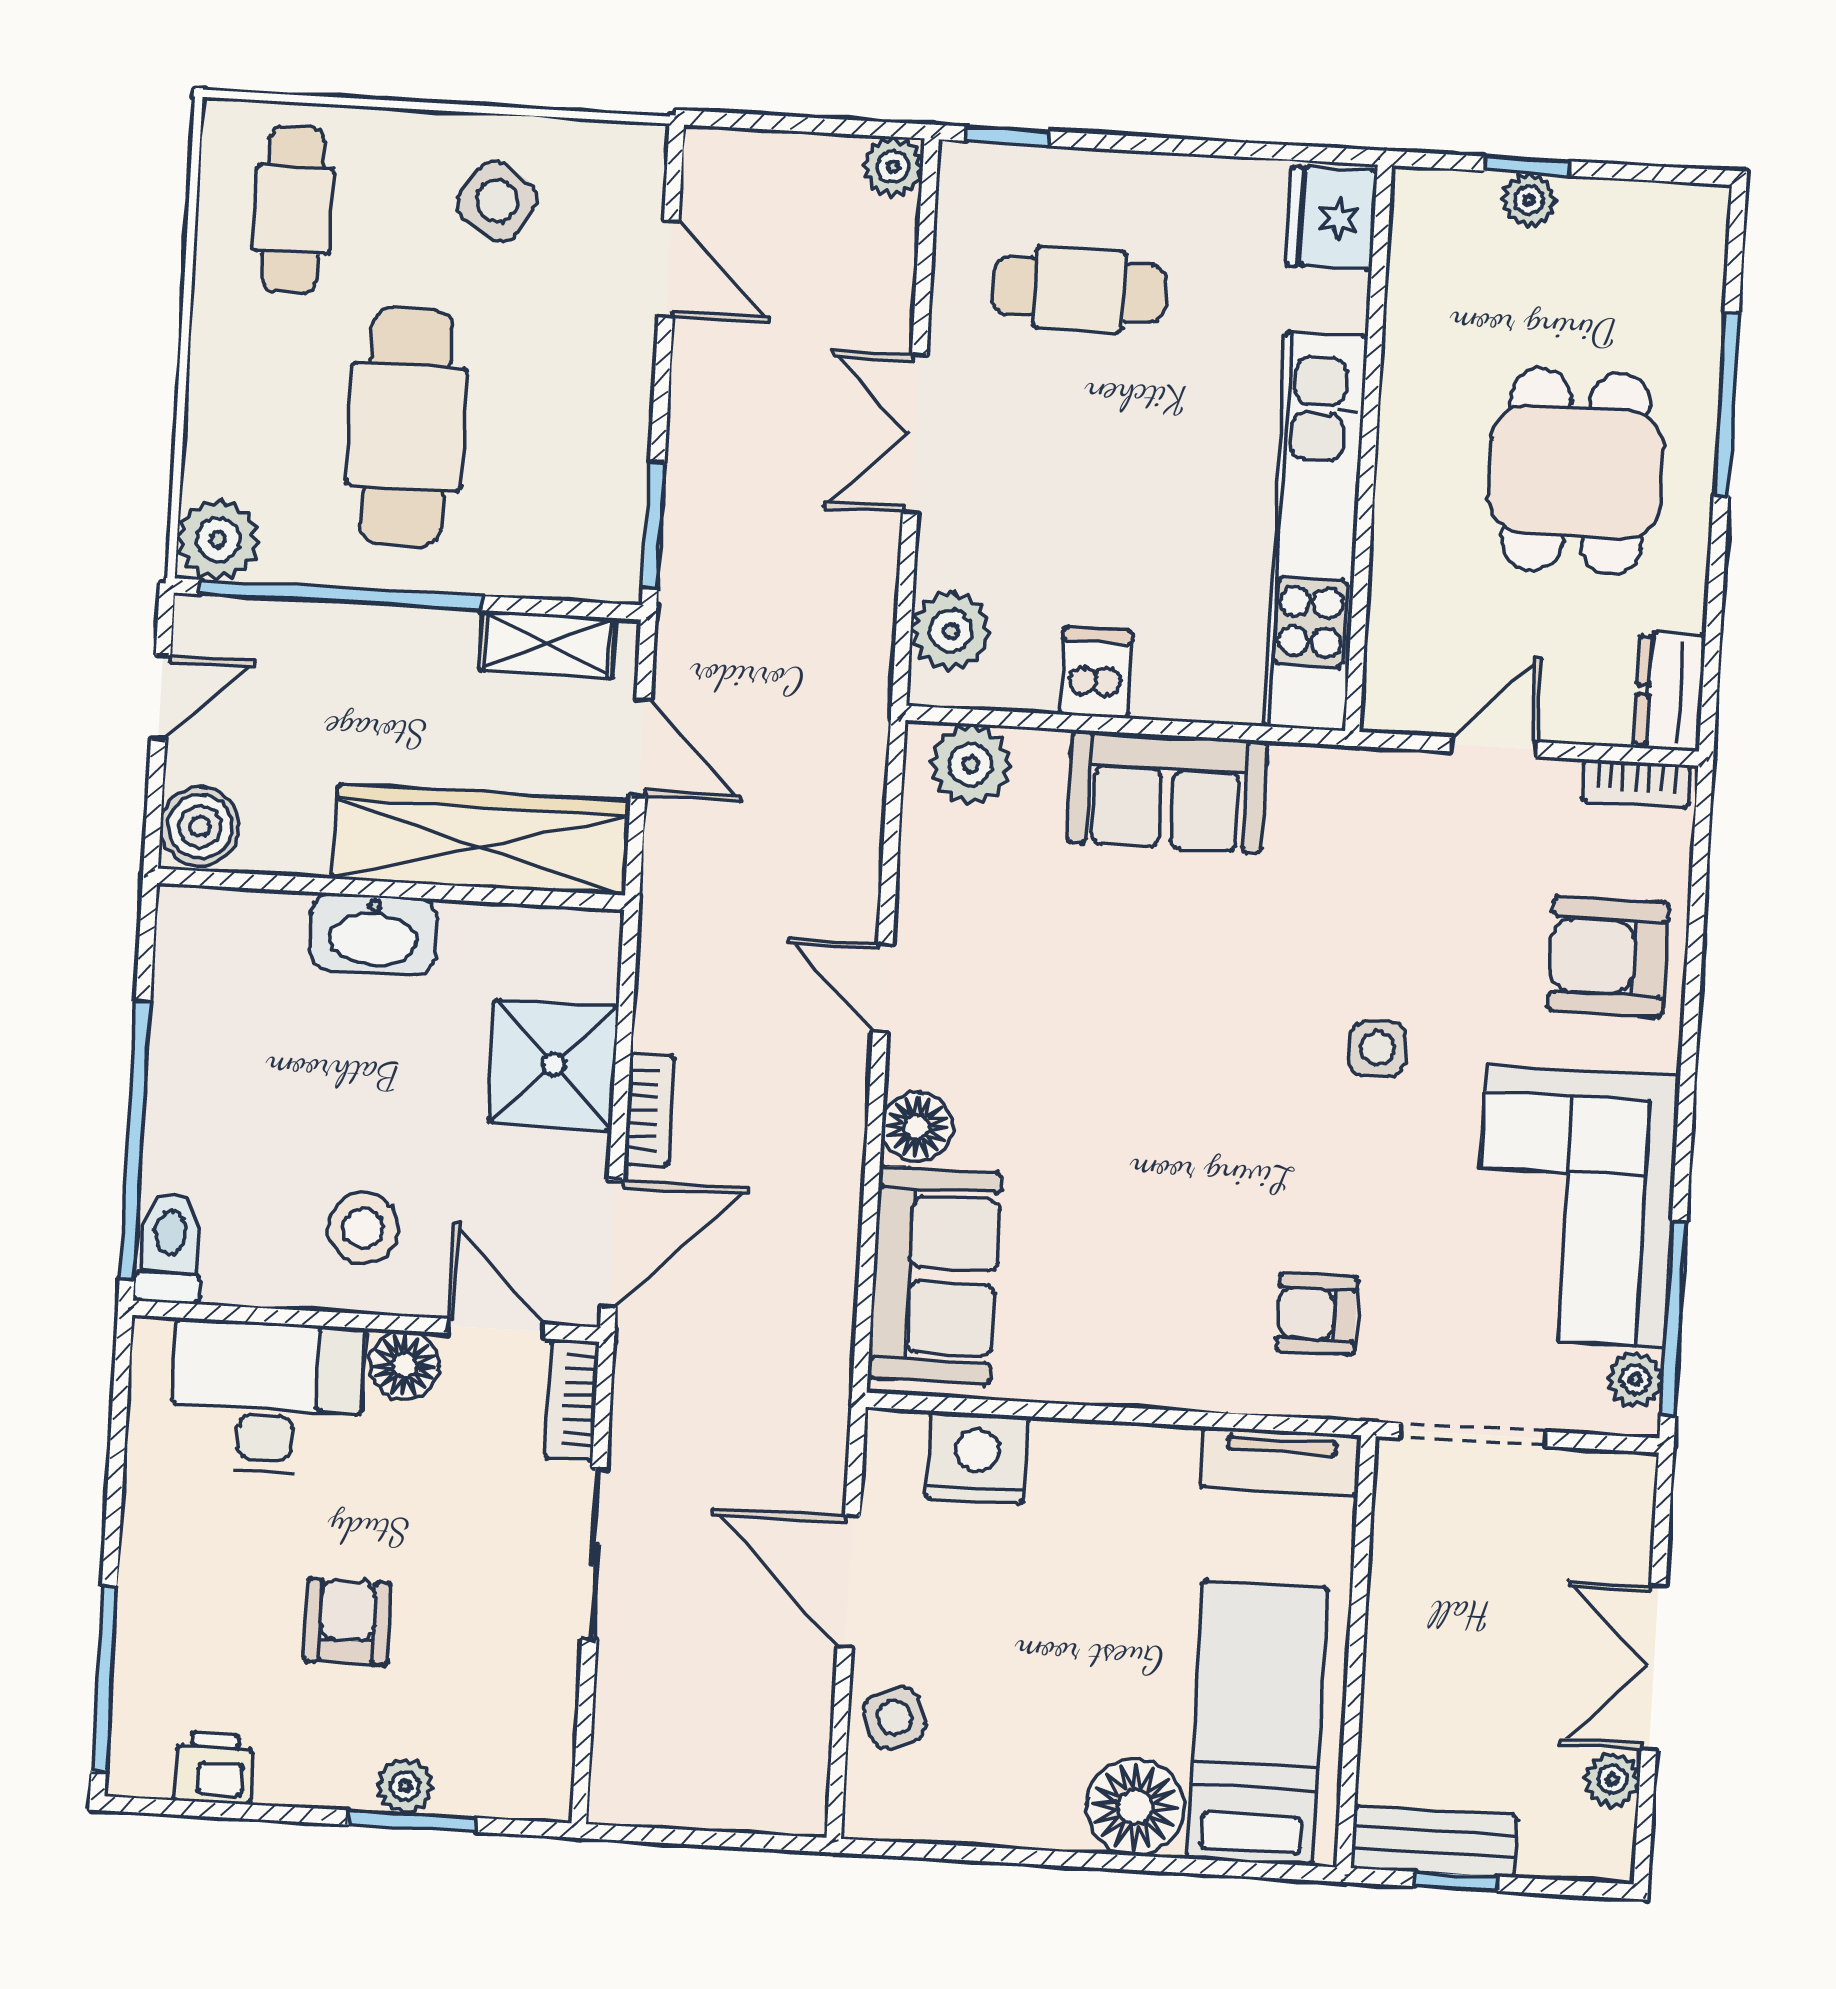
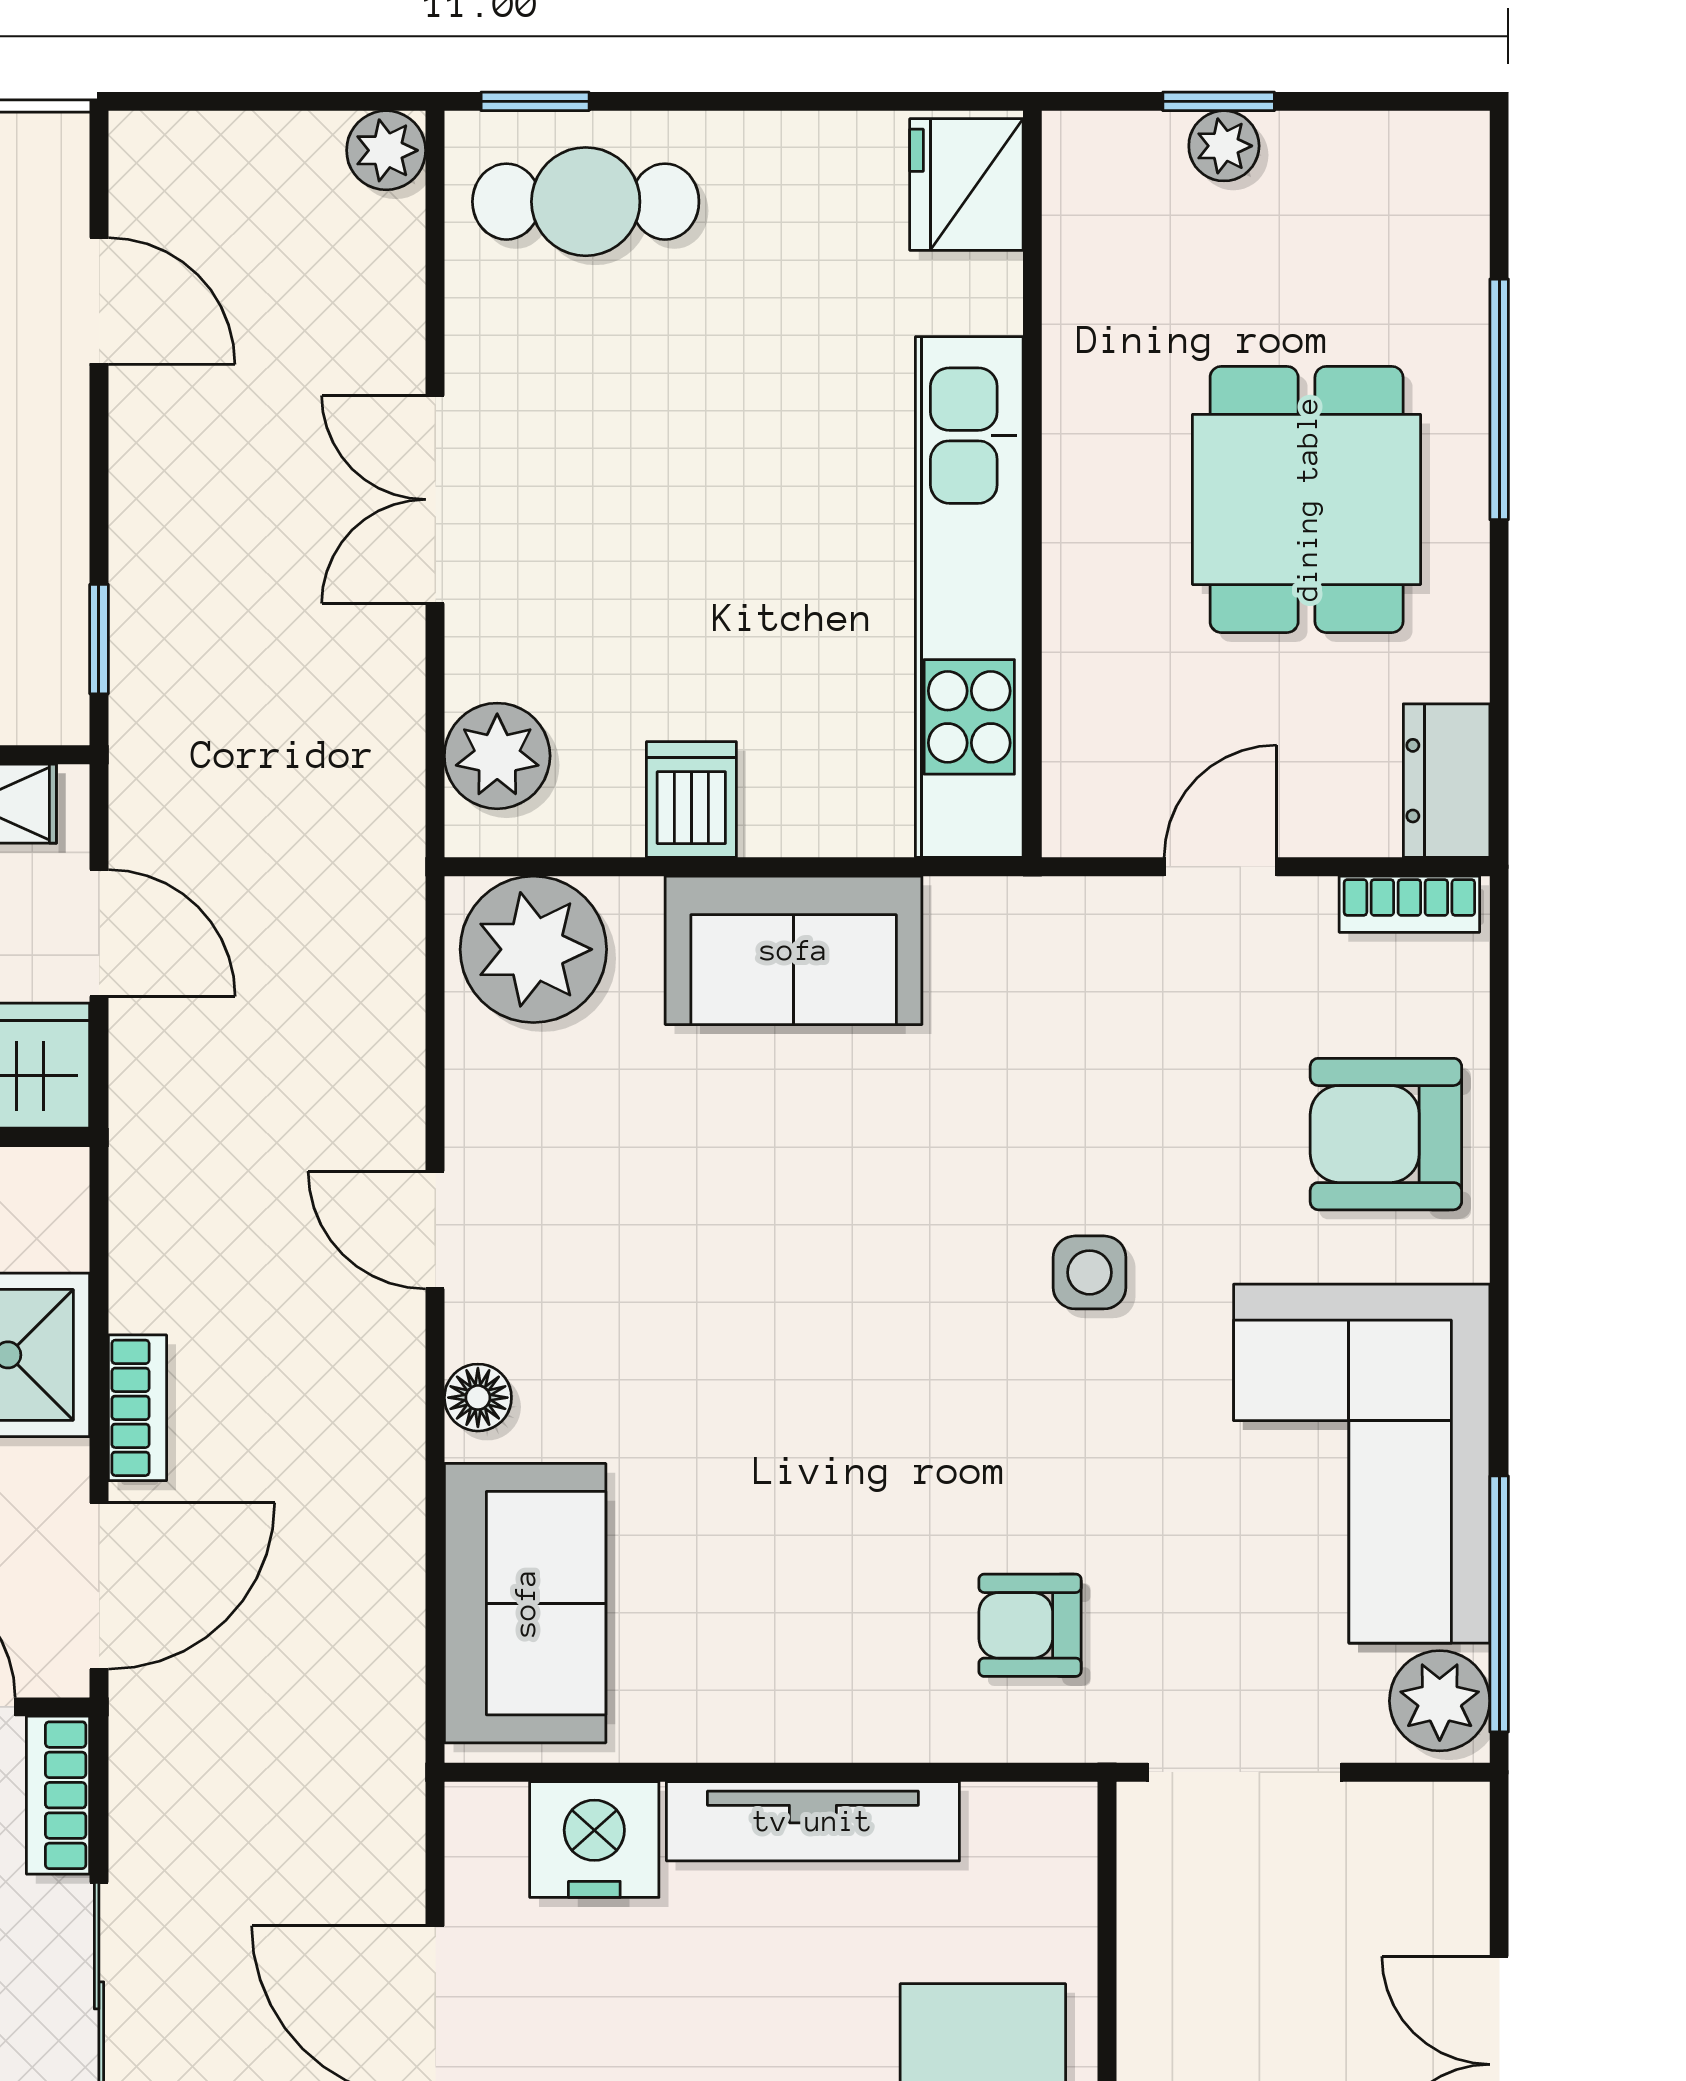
cafe table: (1079, 290) -> (586, 202), moved
window: (654, 525) -> (99, 639), width x0.67
plant: (970, 765) -> (533, 949), width x1.36, depth x1.36
floor lamp: (917, 1127) -> (478, 1398), width x0.73, depth x0.73
plant: (1635, 1379) -> (1440, 1701), width x1.38, depth x1.38
tv unit: (1281, 1461) -> (813, 1821), moved, width x1.41

